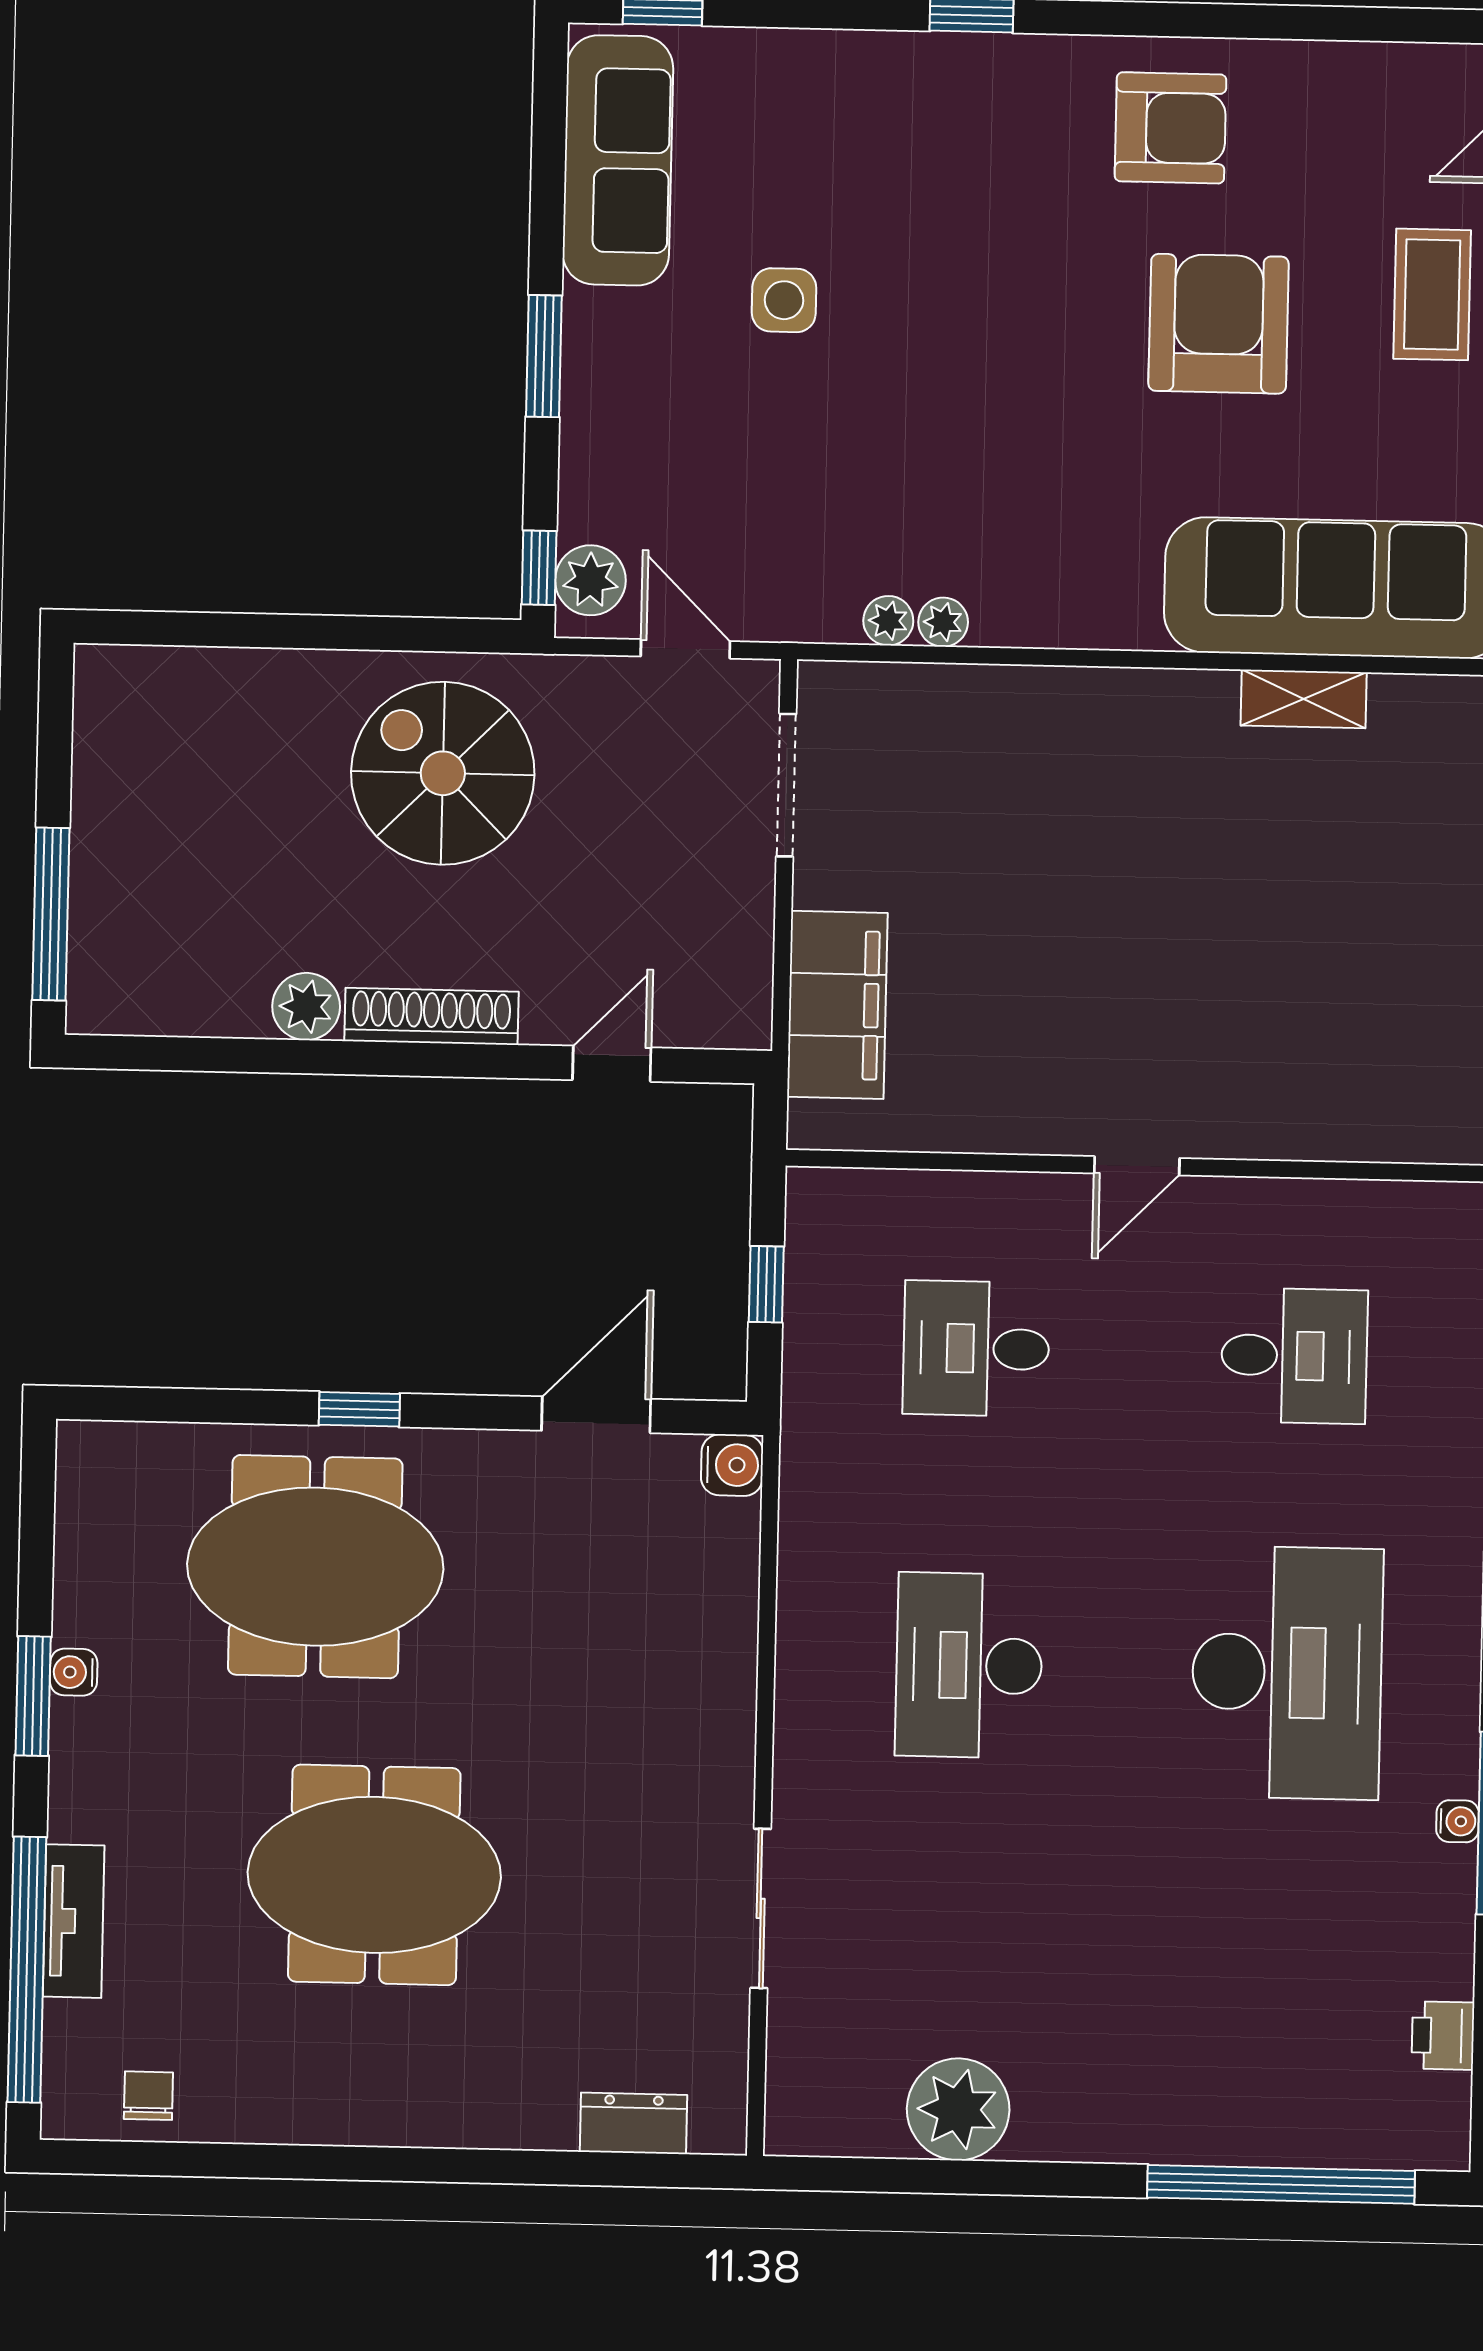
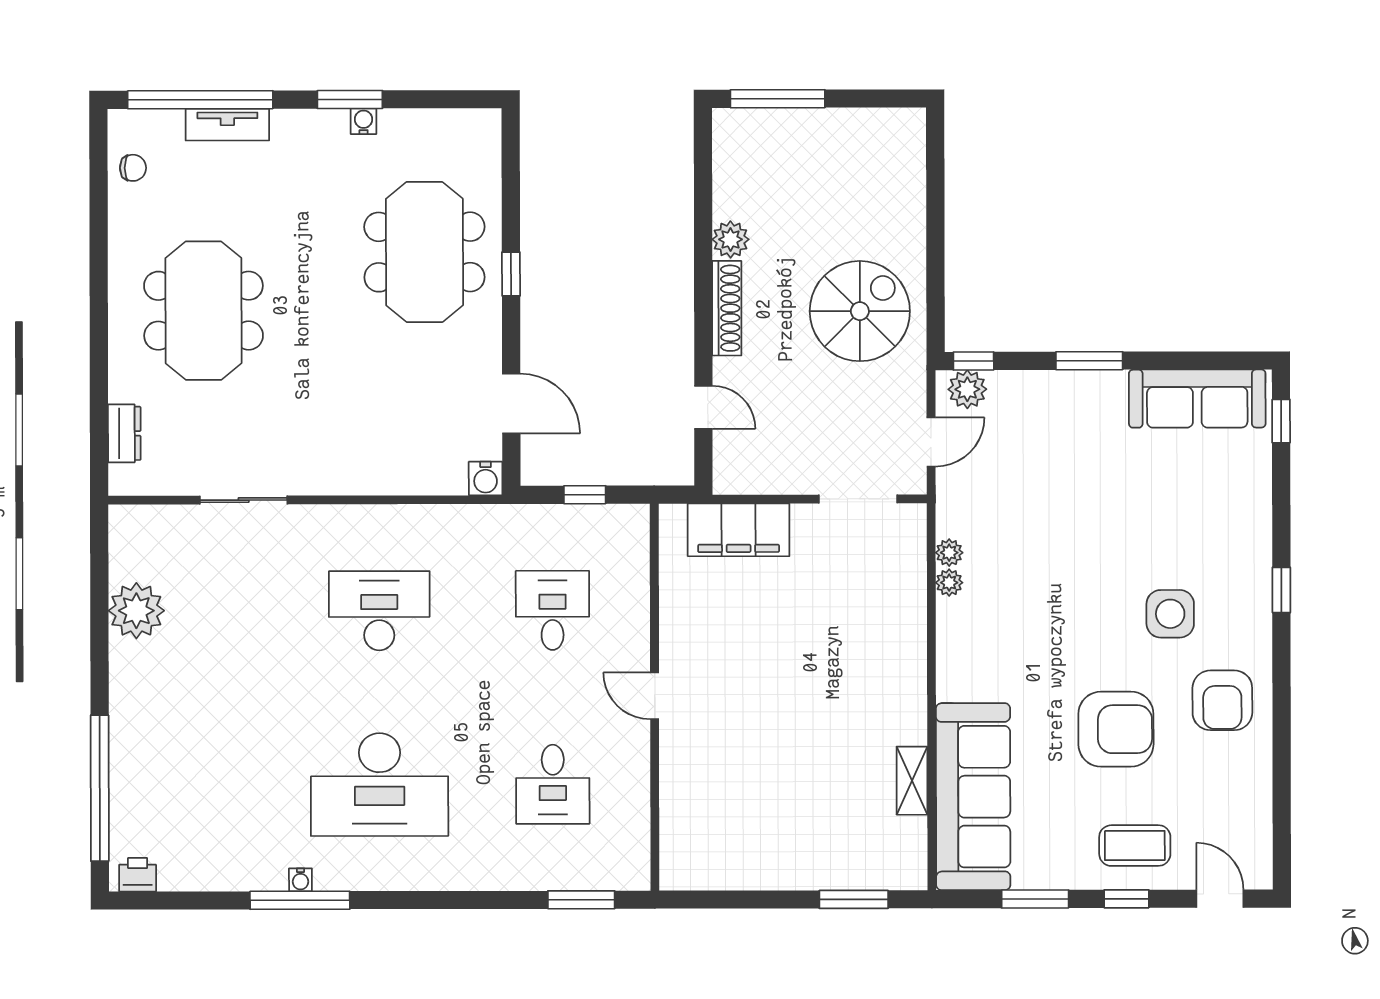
side table: (784, 300) -> (1170, 614), moved, width x1.37, depth x1.37
meeting table: (374, 1875) -> (203, 311), moved
printer: (1443, 2036) -> (138, 875), moved

